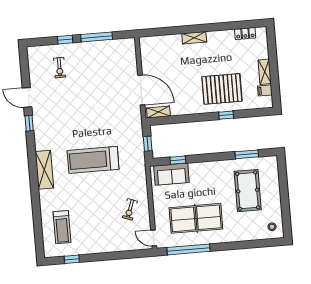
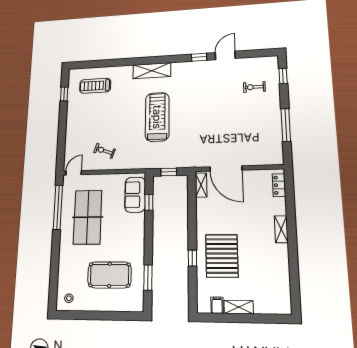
locker: (245, 34) -> (279, 185), moved
window: (65, 40) -> (283, 76), moved
door: (141, 90) -> (226, 168), hinge flipped

